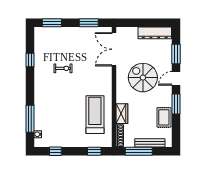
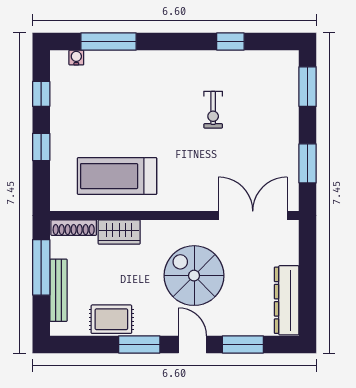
spiral stairs: (143, 78) -> (194, 276), turned -90
treadmill: (95, 115) -> (117, 176), turned 180
window: (94, 151) -> (41, 147), moved

